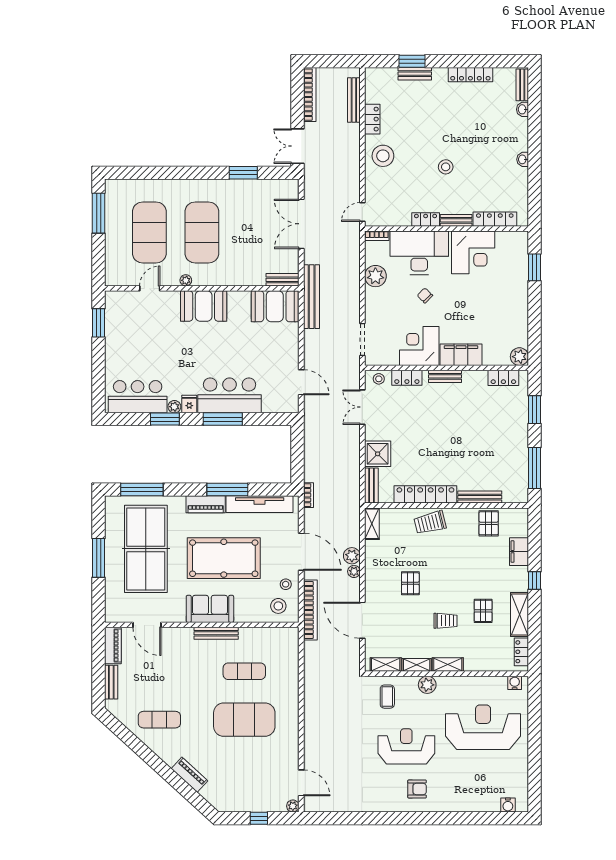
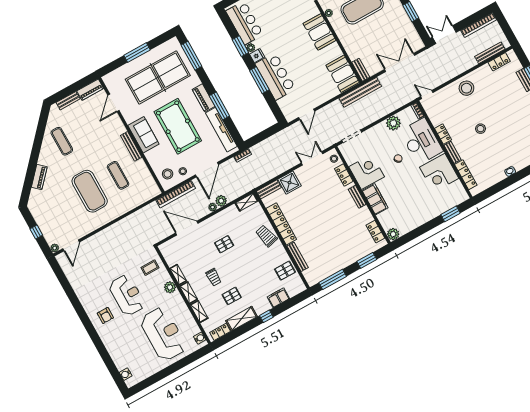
locker: (372, 119) -> (499, 62), moved
door: (362, 620) -> (187, 228), hinge flipped
shelving: (386, 665) -> (199, 311), moved

